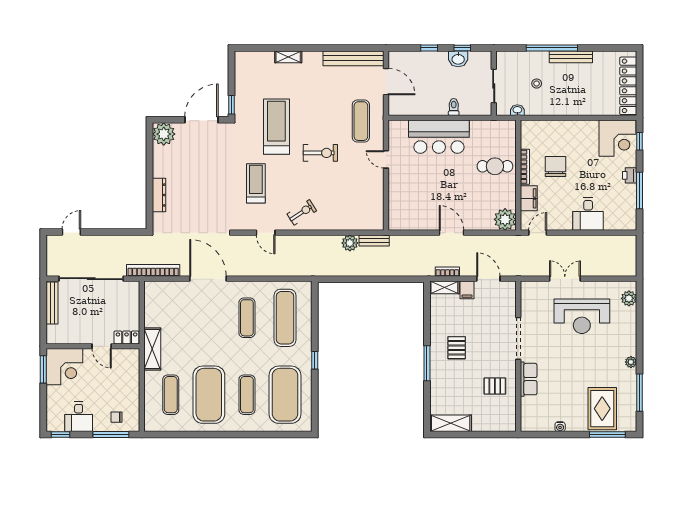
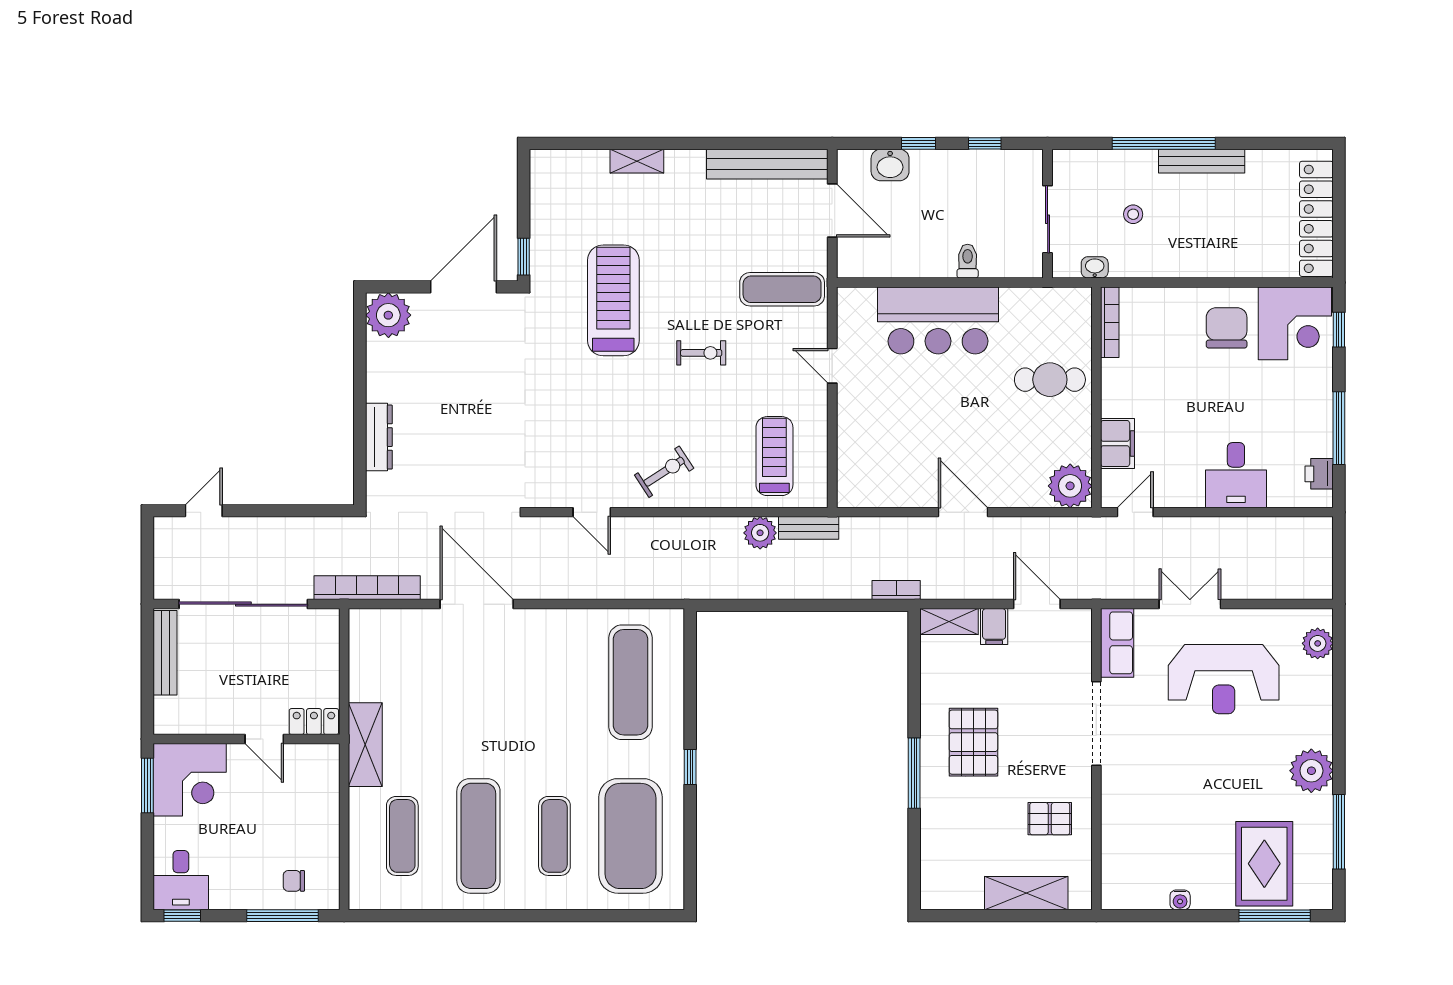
washbasin: (458, 59) -> (890, 165), moved
exercise mat: (361, 121) -> (782, 289), turned 90
exercise bike: (320, 153) -> (701, 353), width x0.73, depth x0.72
bookcase: (525, 167) -> (1110, 322), moved
chair: (556, 167) -> (1227, 328), moved
printer: (630, 175) -> (1319, 474), moved
treadmill: (256, 183) -> (774, 456), moved
bookcase: (447, 272) -> (896, 590), moved
exercise mat: (247, 318) -> (554, 682), removed
pallet: (457, 348) -> (973, 742), width x1.50, depth x1.42
plant: (631, 362) -> (1311, 771), width x1.88, depth x1.88
row of seats: (529, 379) -> (1117, 643), moved
exercise mat: (209, 395) -> (478, 836), width x0.68
desk: (79, 417) -> (181, 880), moved
shelving: (451, 423) -> (1026, 893), moved

